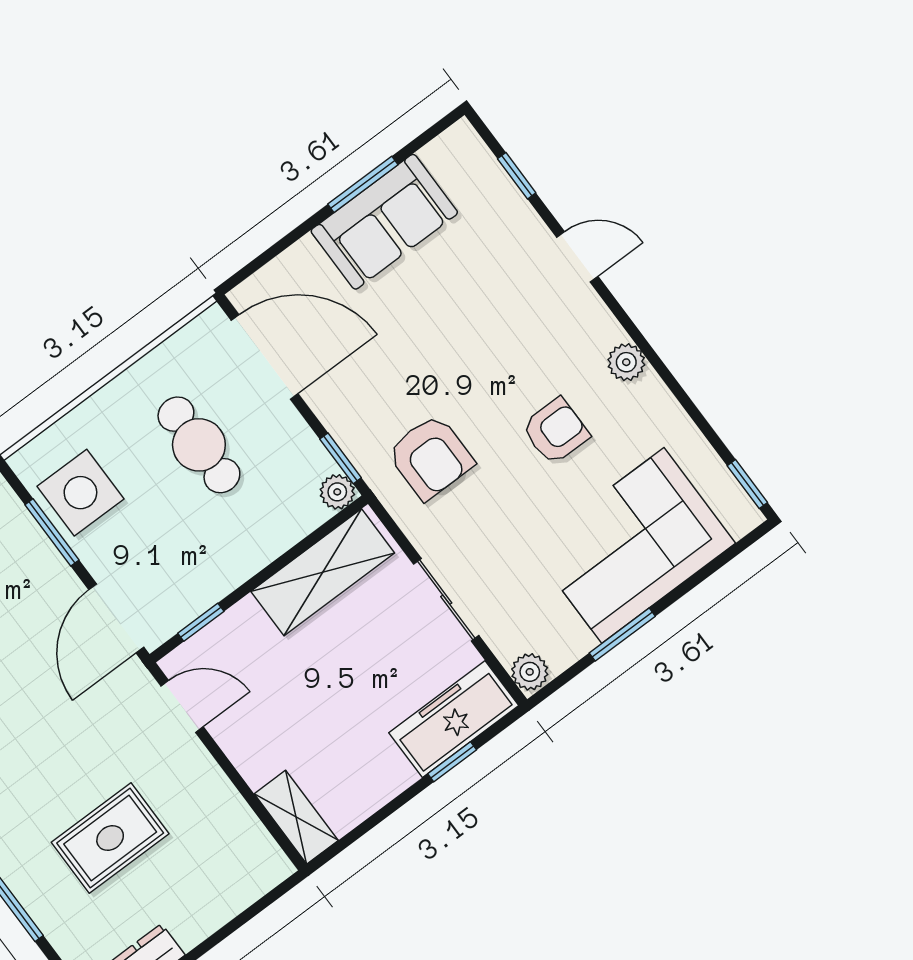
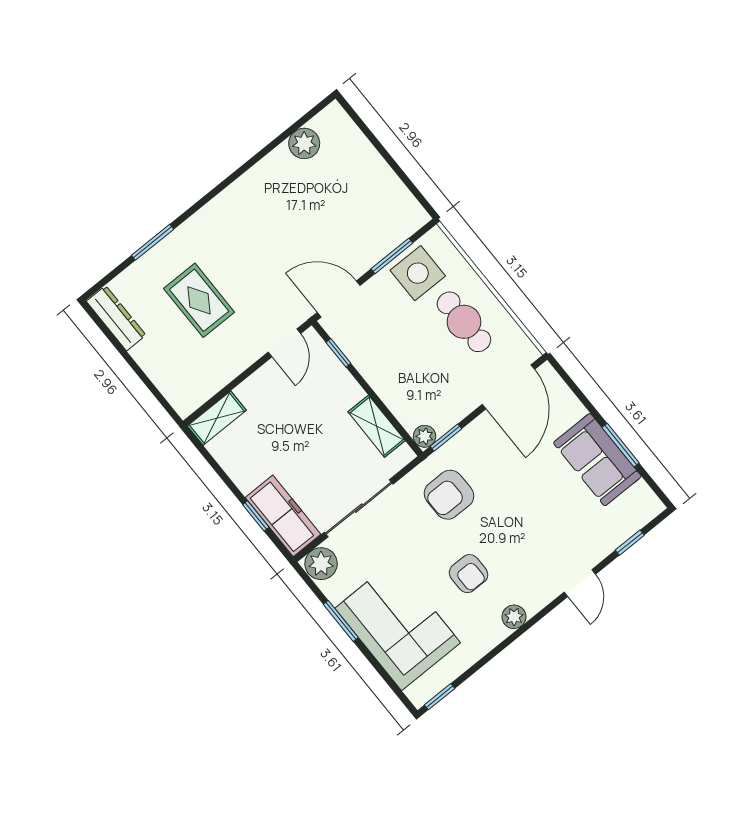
cafe table: (199, 445) -> (464, 322), moved, turned 90
shelving: (323, 572) -> (377, 426), width x0.67, depth x0.75
sliding door: (446, 600) -> (359, 508), width x1.37
plant: (530, 672) -> (321, 564), width x1.38, depth x1.38

